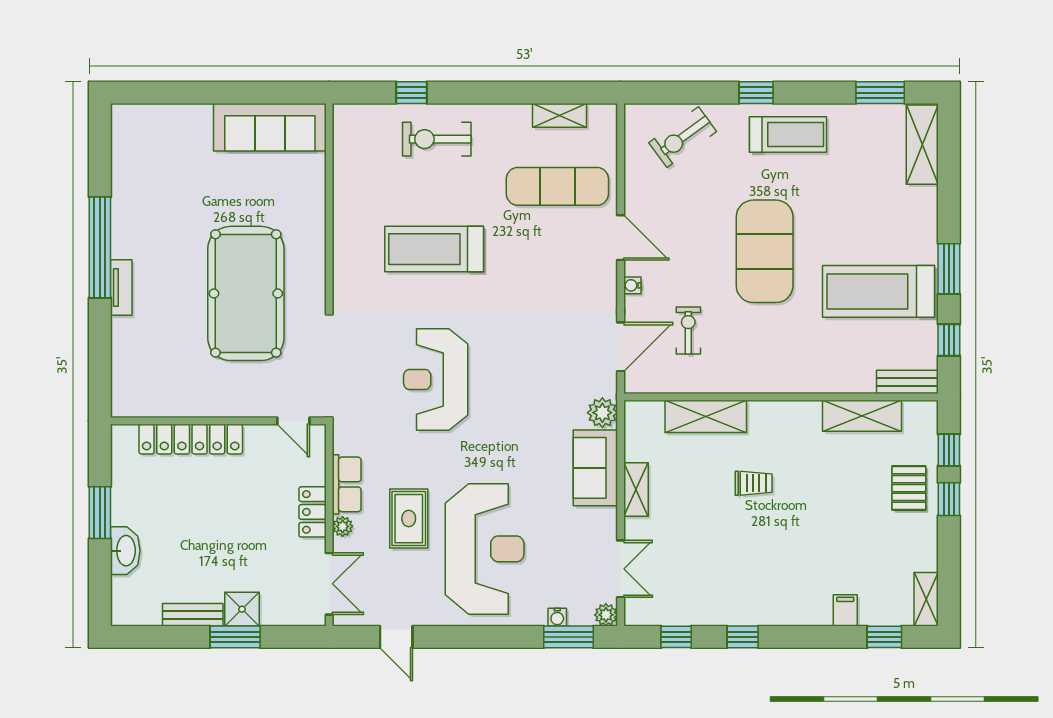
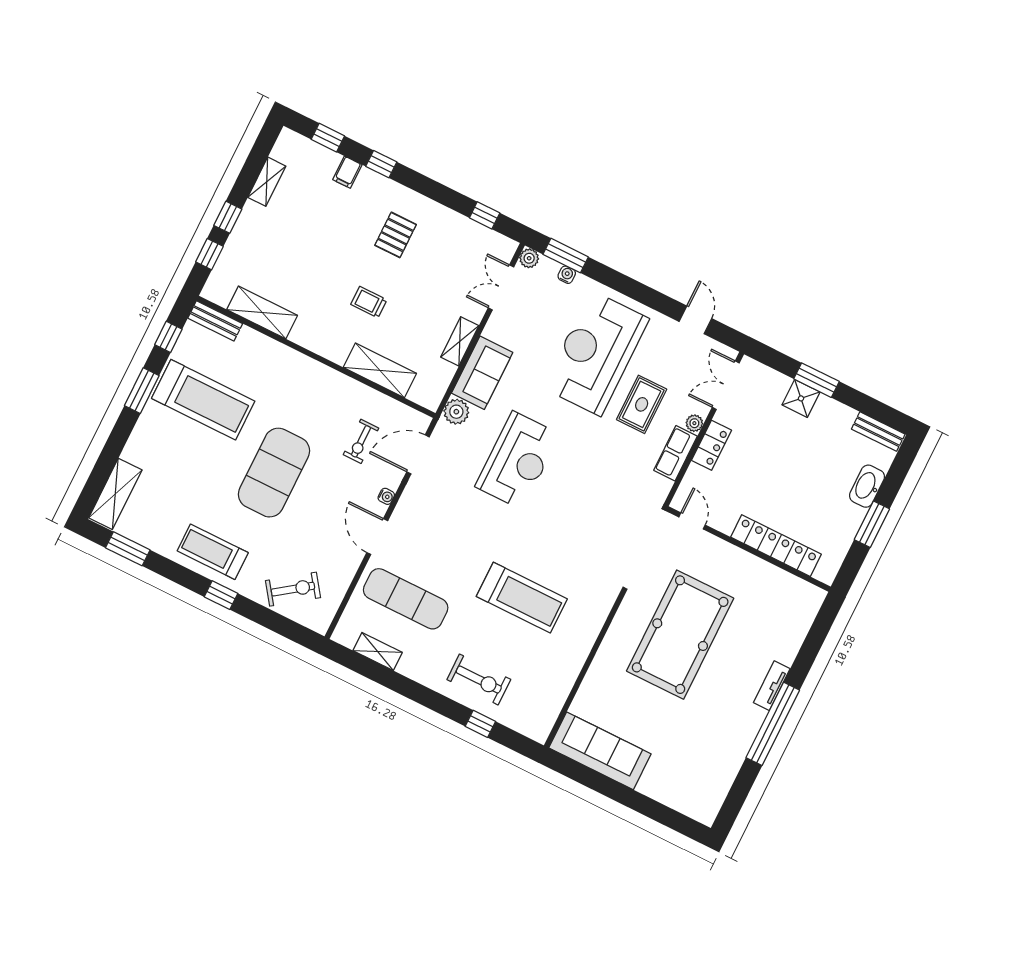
reception desk: (436, 379) -> (517, 460), moved
pallet: (909, 488) -> (396, 235), moved
shelving: (926, 599) -> (267, 182), moved
bench: (193, 615) -> (878, 432), moved
window: (743, 637) -> (381, 164), moved

